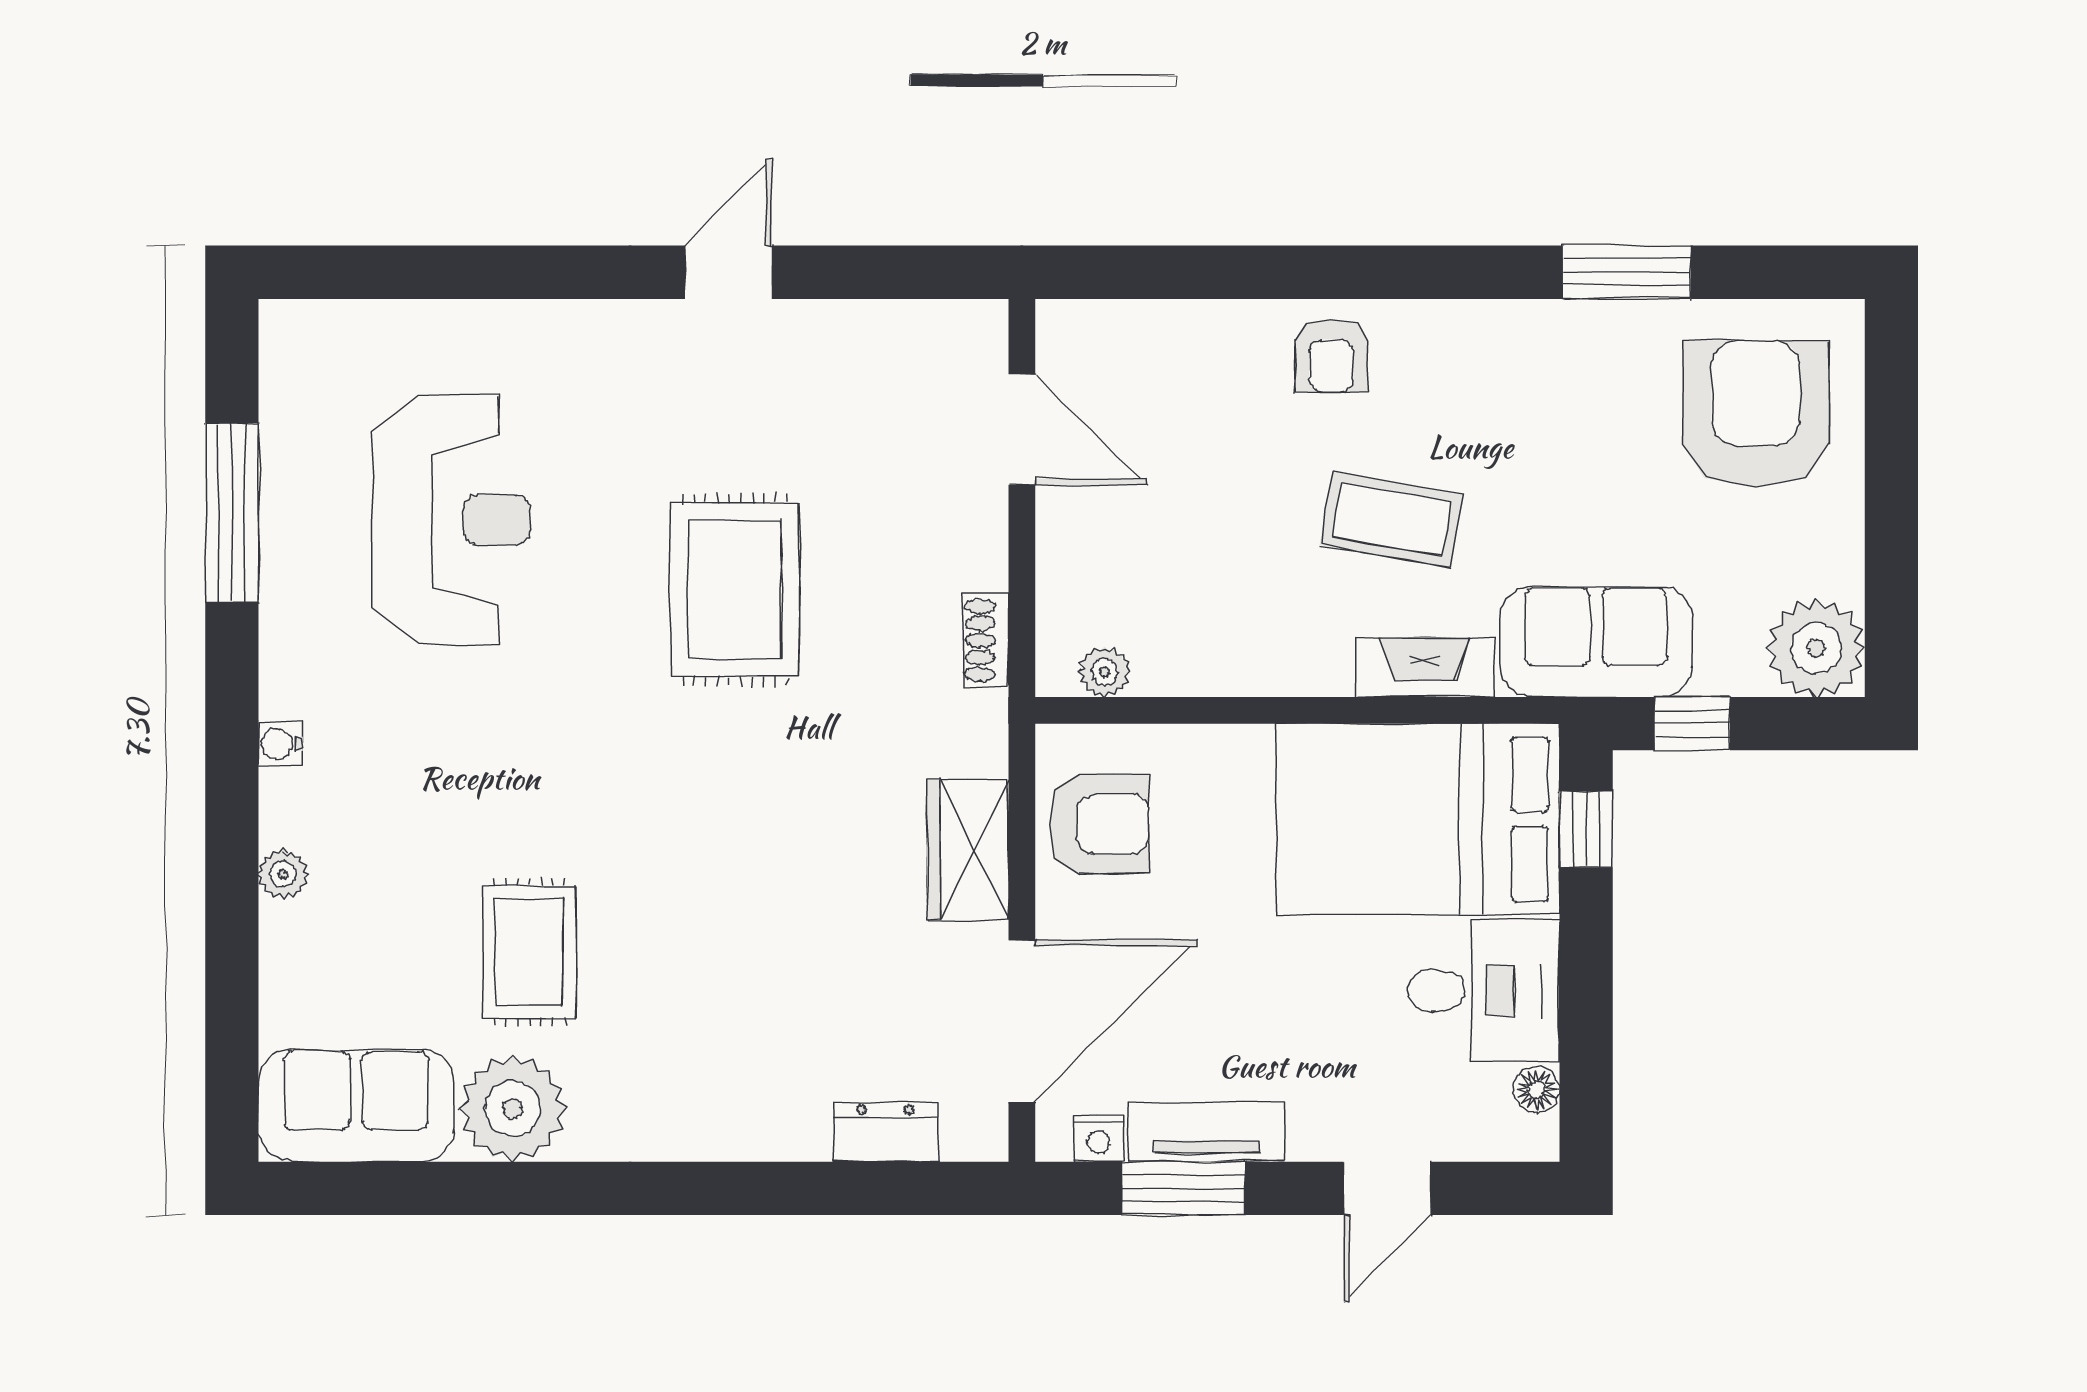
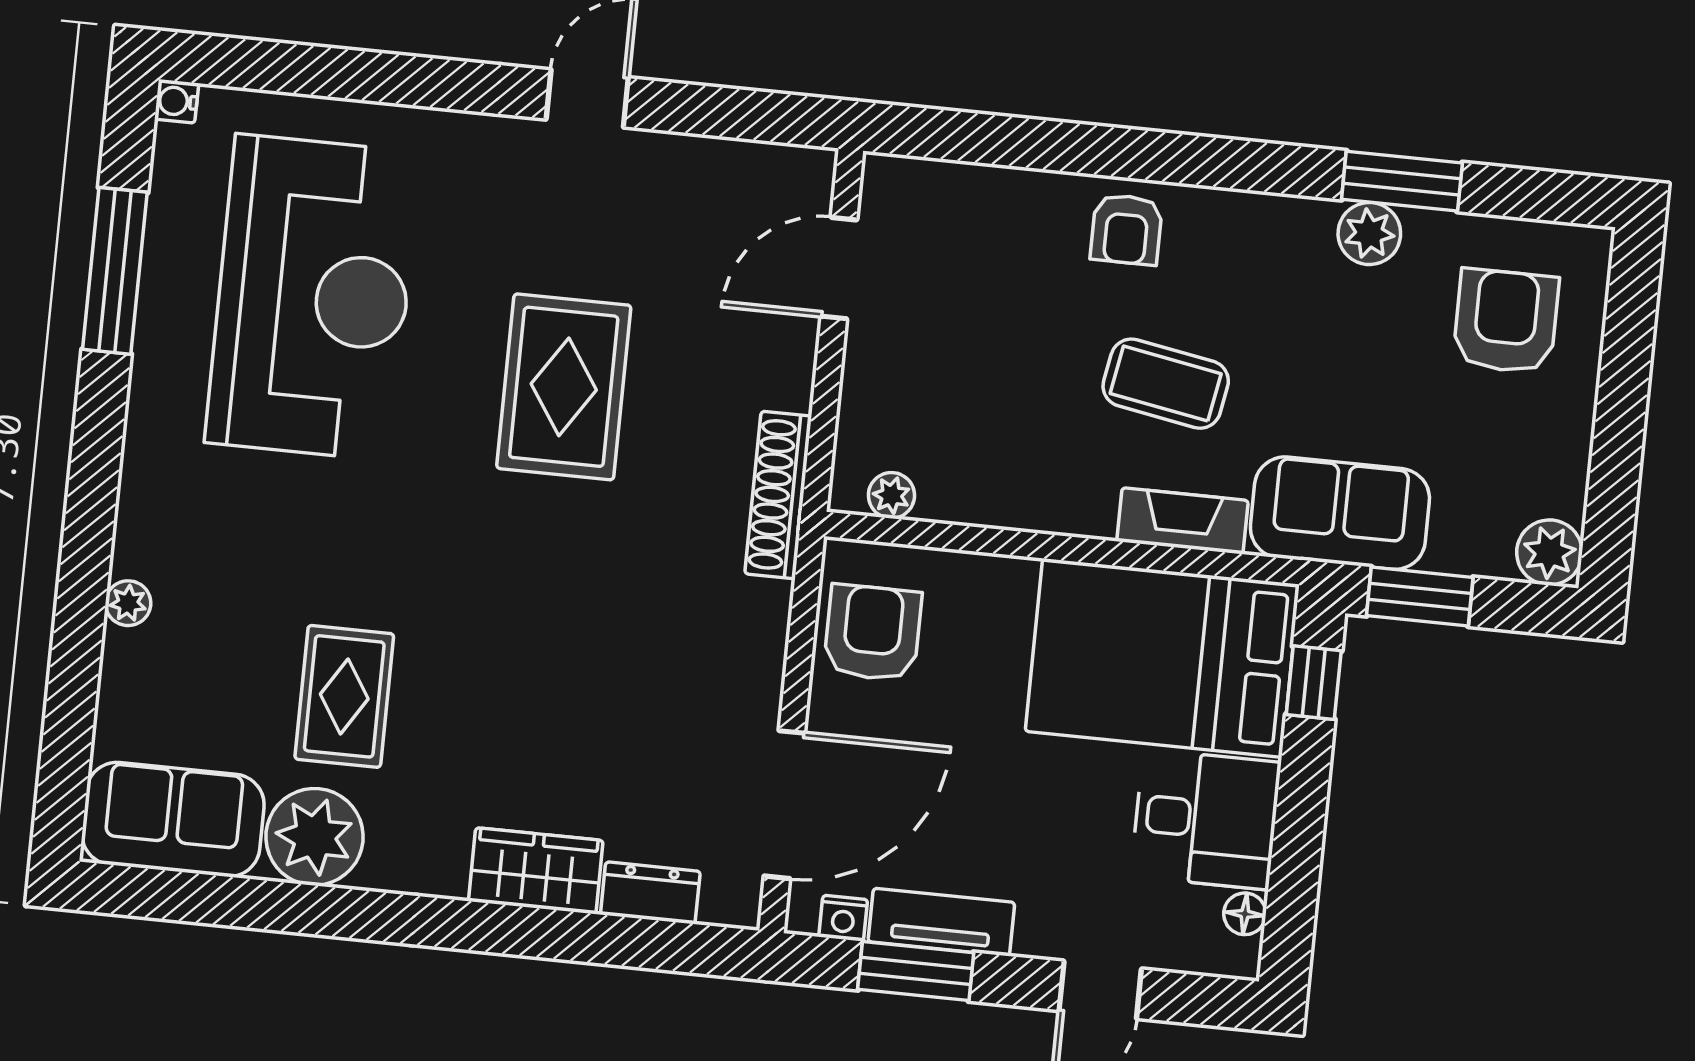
plant: (1597, 333) -> (1369, 234), added
armchair: (1756, 414) -> (1506, 321), width x0.73, depth x0.73
door: (1022, 430) -> (839, 268), swing flipped
reception desk: (451, 520) -> (313, 297), width x1.36, depth x1.30
shoe rack: (986, 640) -> (778, 495), width x1.94, depth x1.24
plant: (1816, 648) -> (1549, 552), width x0.73, depth x0.73
window: (1692, 724) -> (1420, 597), width x1.50
water cooler: (280, 744) -> (177, 101), moved
armchair: (1099, 824) -> (873, 633), turned -90
wardrobe: (968, 849) -> (536, 871), moved, turned 90

